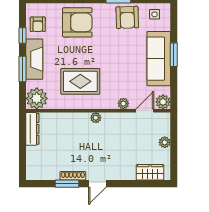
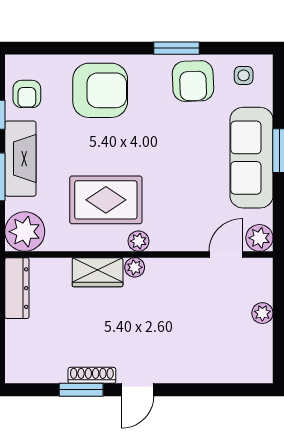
plant: (123, 104) -> (138, 241), moved
wardrobe: (150, 172) -> (98, 272), moved, turned 180

